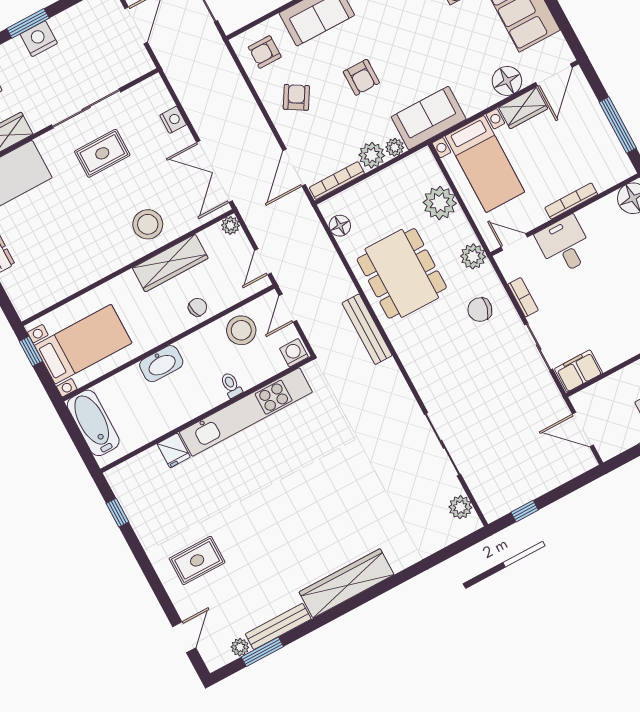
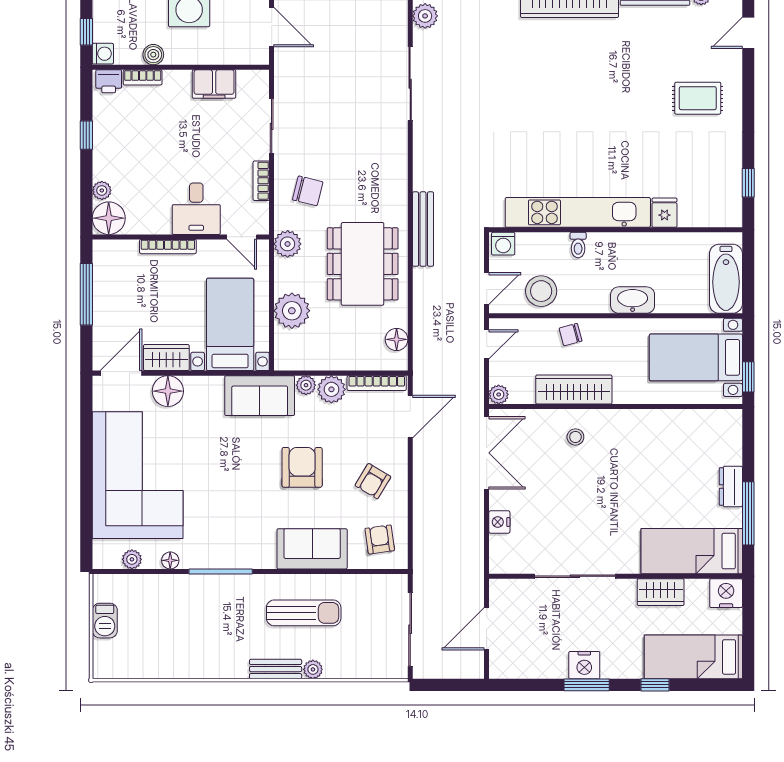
armchair: (265, 52) -> (380, 539), turned -98
armchair: (361, 77) -> (302, 467), width x1.38, depth x1.38
rug: (102, 153) -> (582, 526), removed
stool: (148, 224) -> (575, 437), width x0.53, depth x0.53
filing cabinet: (579, 371) -> (214, 84), moved

